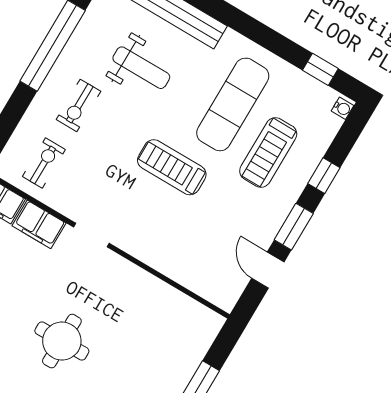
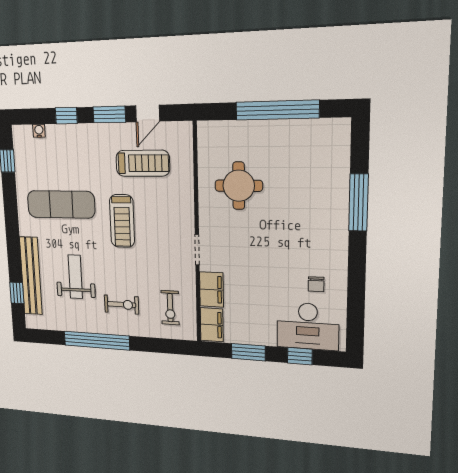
water cooler: (342, 108) -> (39, 131), moved
treadmill: (268, 152) -> (143, 163), moved
exercise bike: (44, 163) -> (170, 308), turned -90
round table: (62, 341) -> (239, 186), moved

